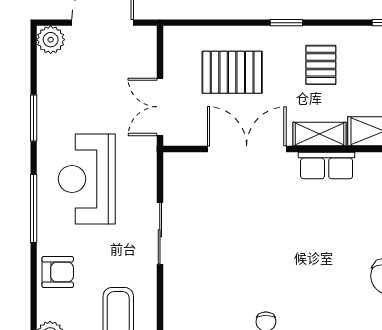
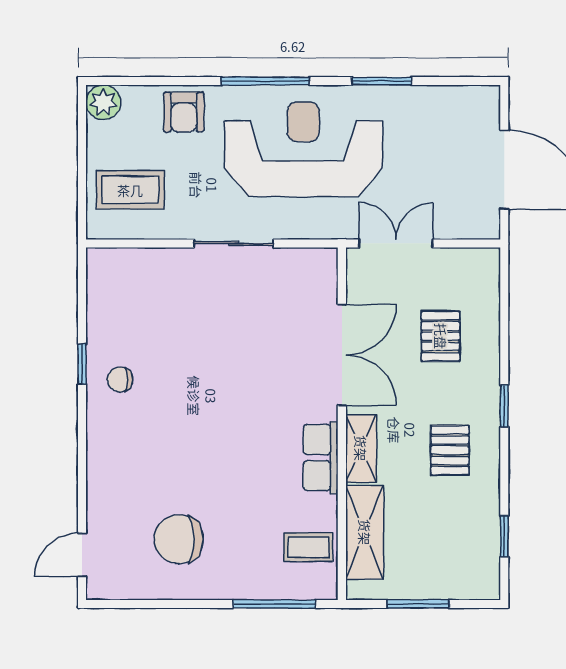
plant: (51, 40) -> (482, 103), removed
pallet: (321, 65) -> (450, 450), turned 90
pallet: (232, 72) -> (441, 336), width x0.67, depth x0.71
reception desk: (87, 179) -> (303, 149), width x1.36, depth x1.30

